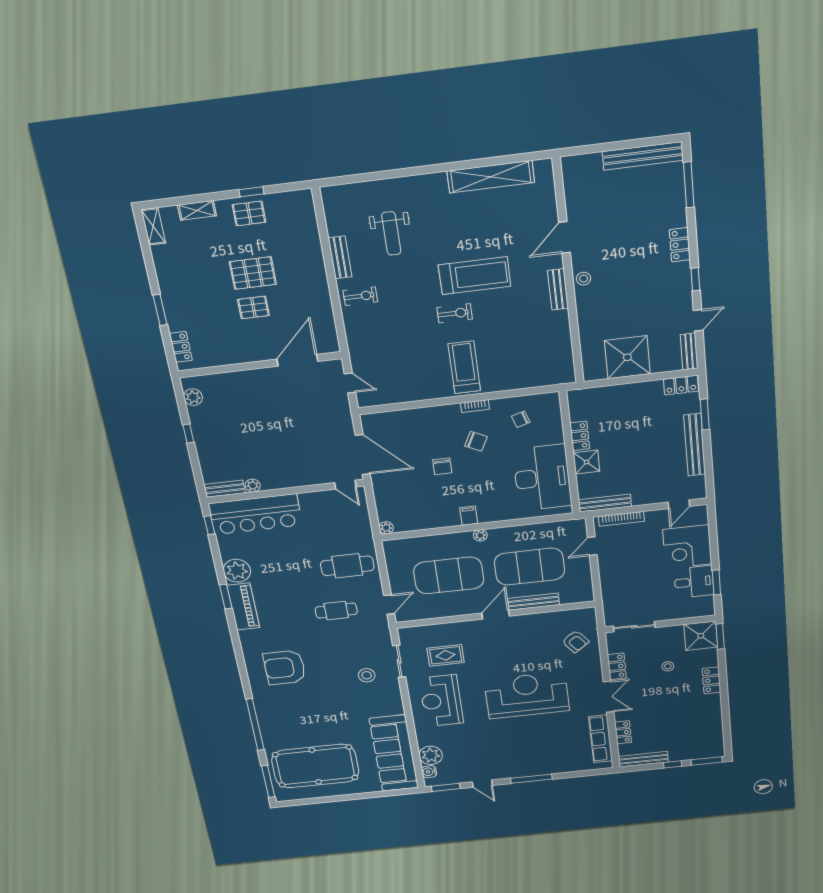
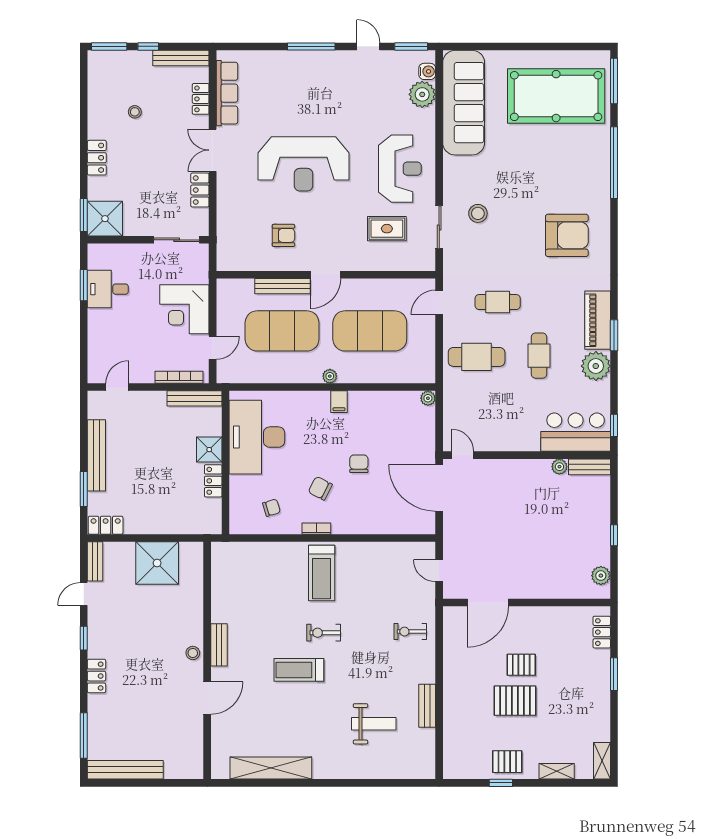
weight bench: (391, 233) -> (374, 724), turned 90
treadmill: (475, 276) -> (299, 670), width x0.73, depth x0.73
exercise bike: (360, 296) -> (410, 632), moved
bar counter: (255, 514) -> (576, 432), width x0.73
corner desk: (687, 547) -> (184, 309), moved, turned 180
cafe table: (290, 573) -> (539, 356), added
armchair: (575, 641) -> (283, 235), moved, turned 127
stool: (668, 666) -> (135, 112), moved

